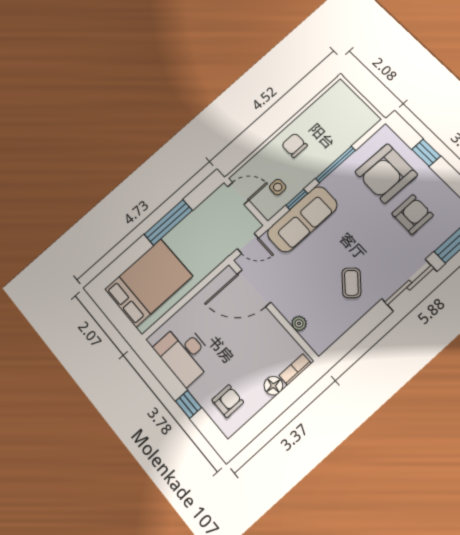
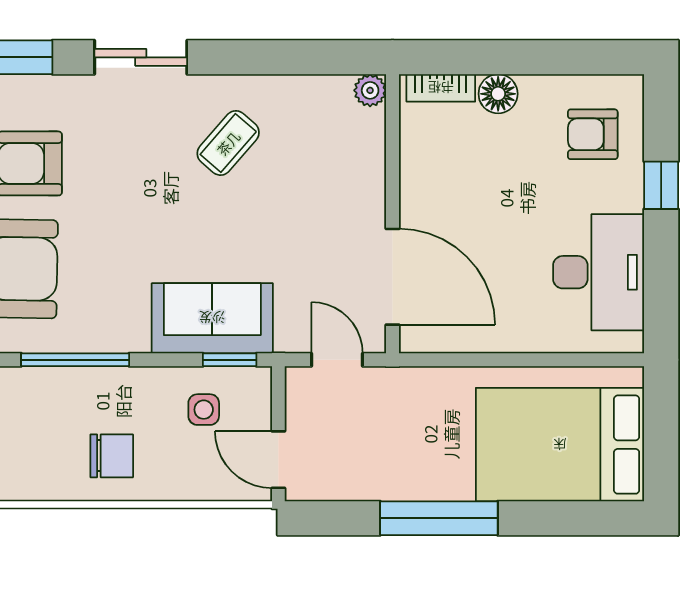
chair: (294, 145) -> (112, 456), turned -90
window: (297, 199) -> (230, 360), moved
sofa: (302, 219) -> (212, 318), width x0.73
sliding door: (409, 285) -> (141, 57), width x0.73
plant: (299, 323) -> (370, 90), moved

